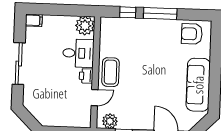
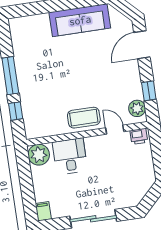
armchair: (192, 34) -> (26, 37), removed
printer: (86, 76) -> (139, 136), moved

